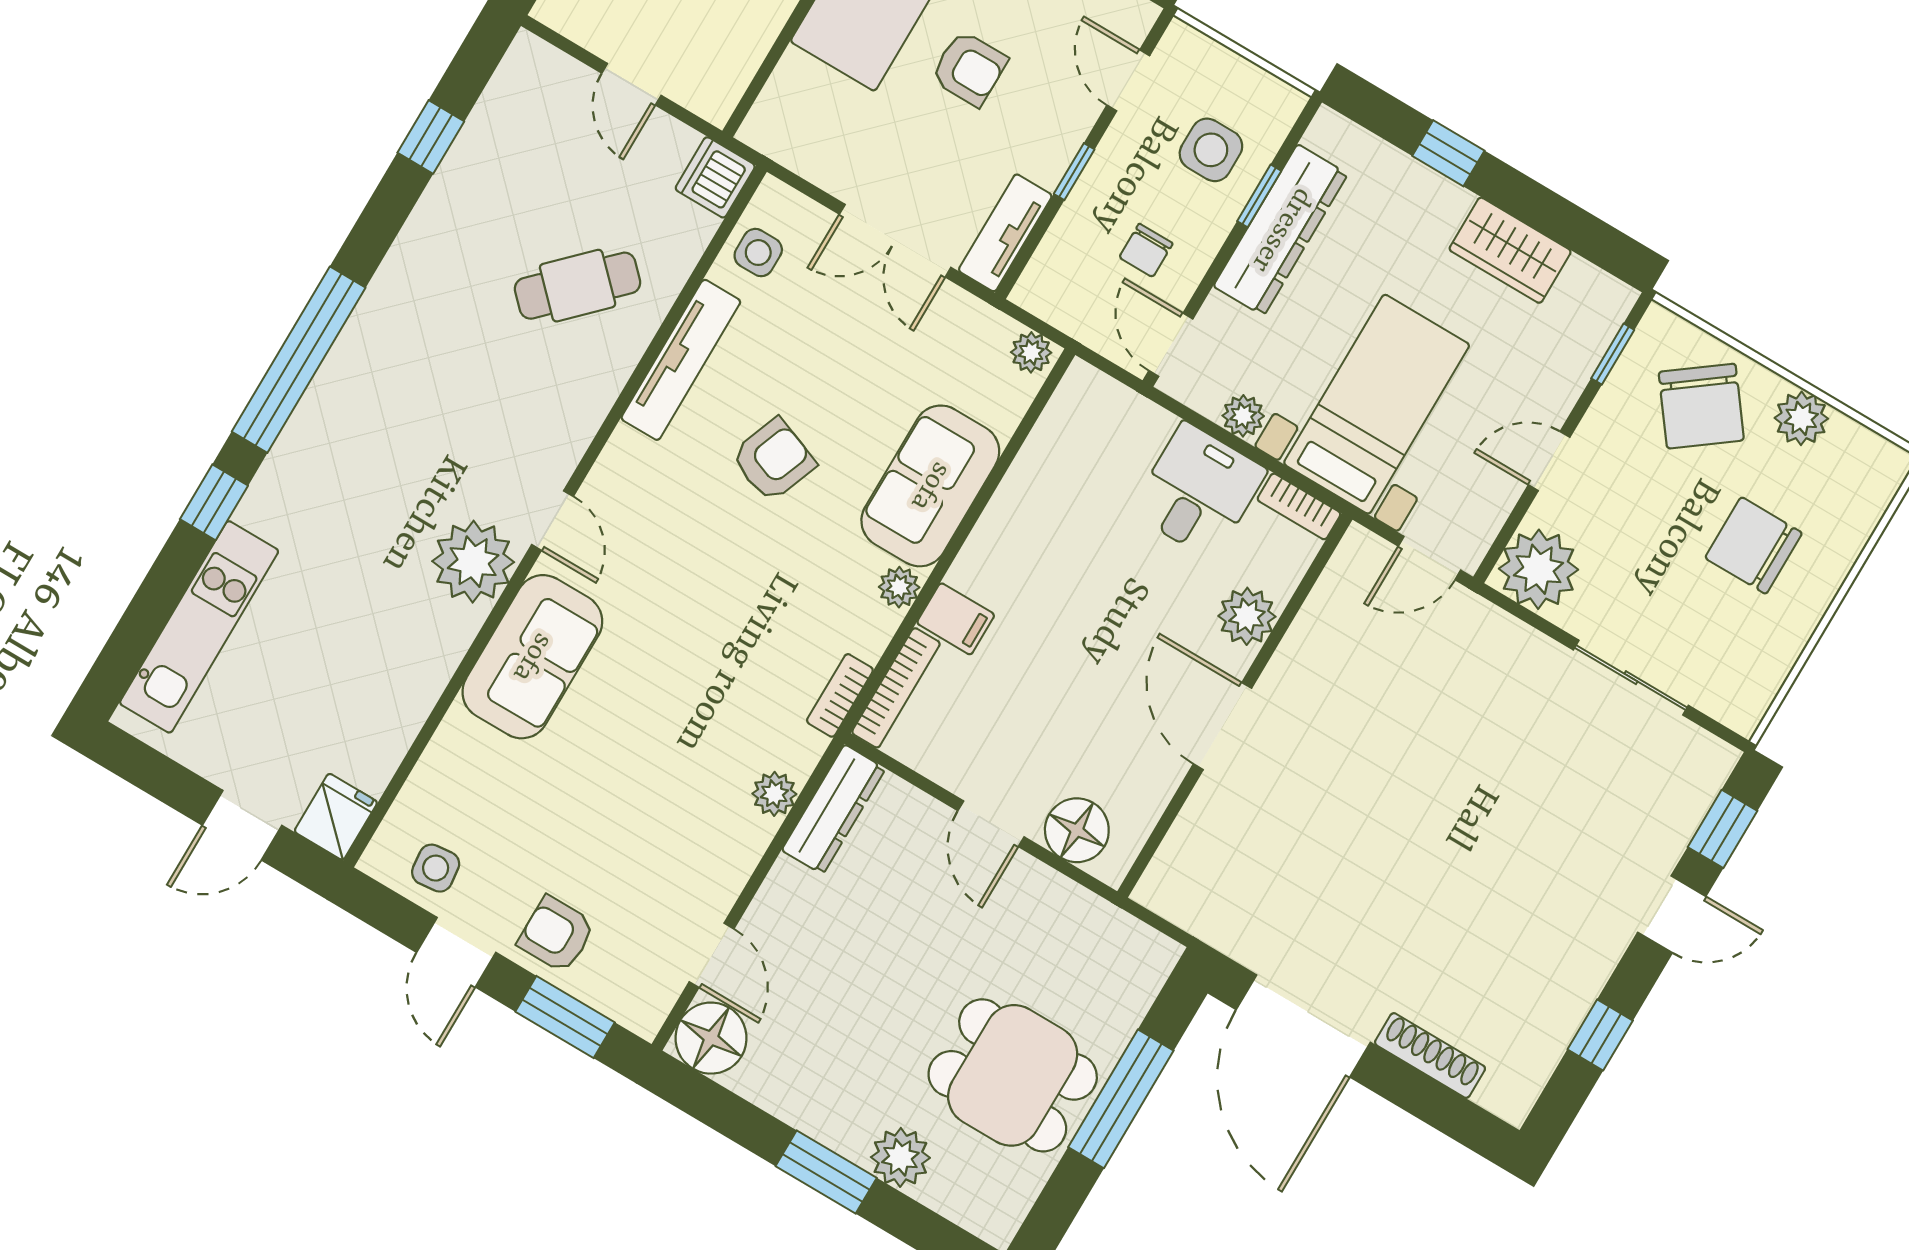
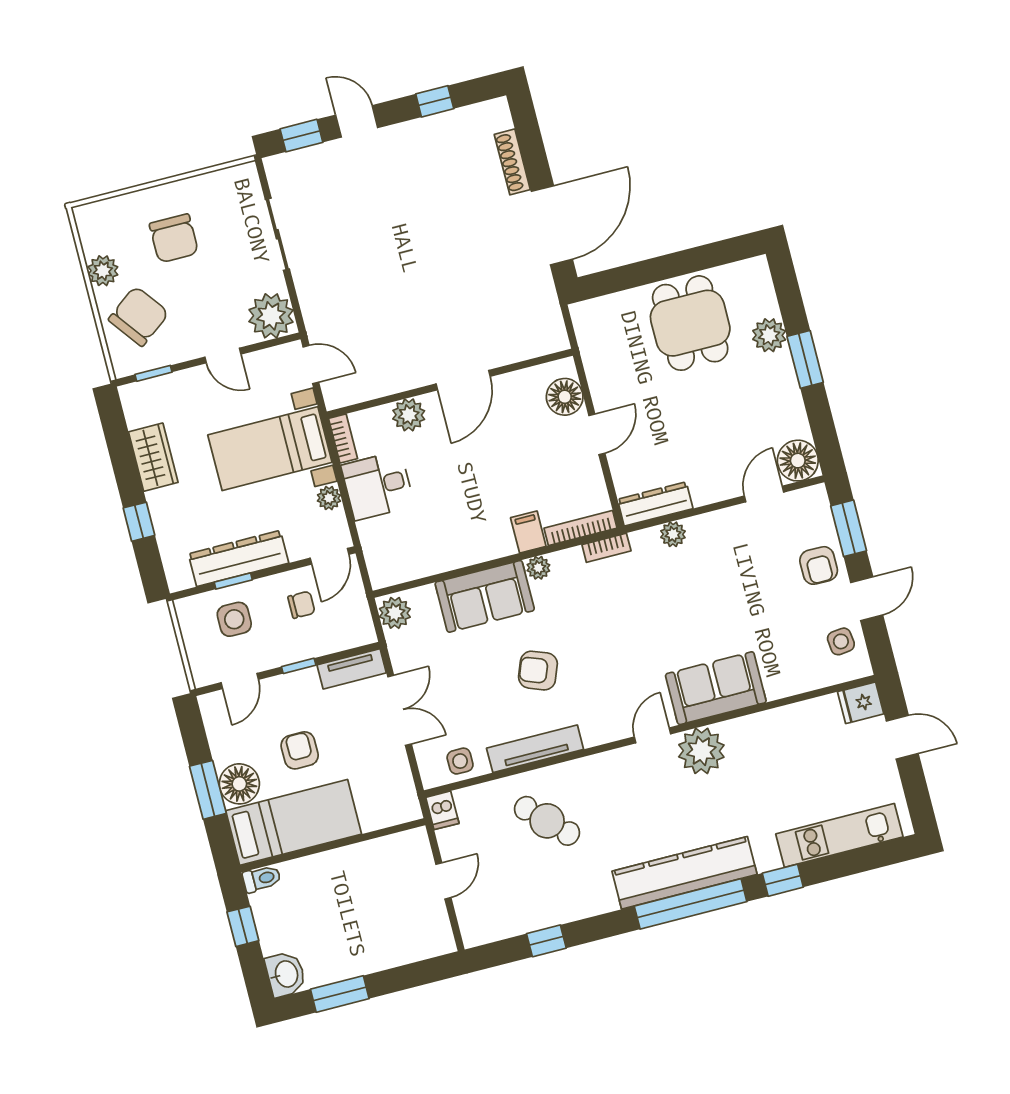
dishwasher: (715, 177) -> (442, 810), width x0.73
plant: (1031, 352) -> (395, 613), width x1.38, depth x1.38
kitchen counter: (344, 391) -> (685, 873), added
window: (1121, 1099) -> (656, 270), removed

